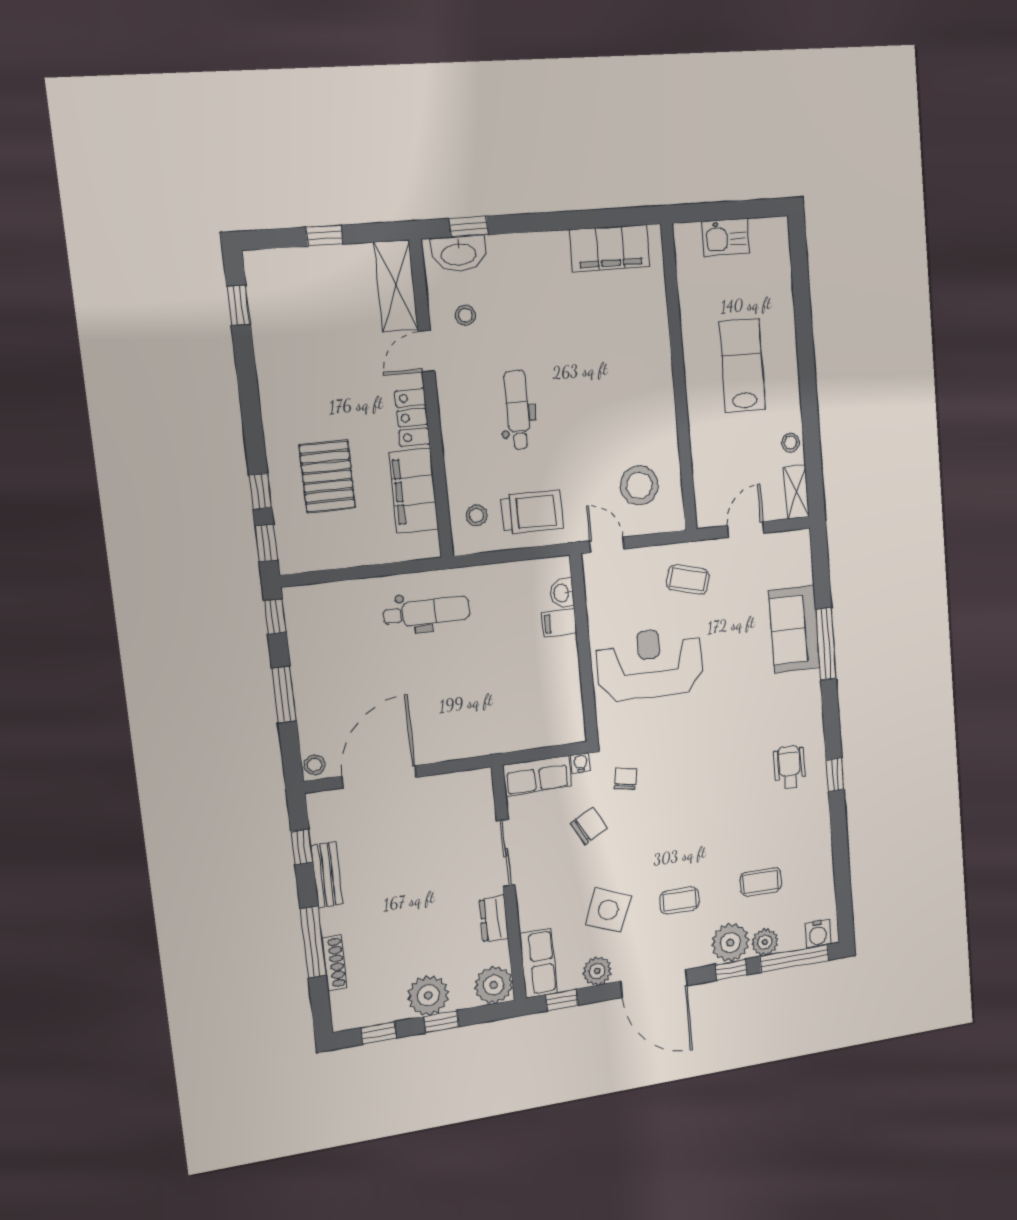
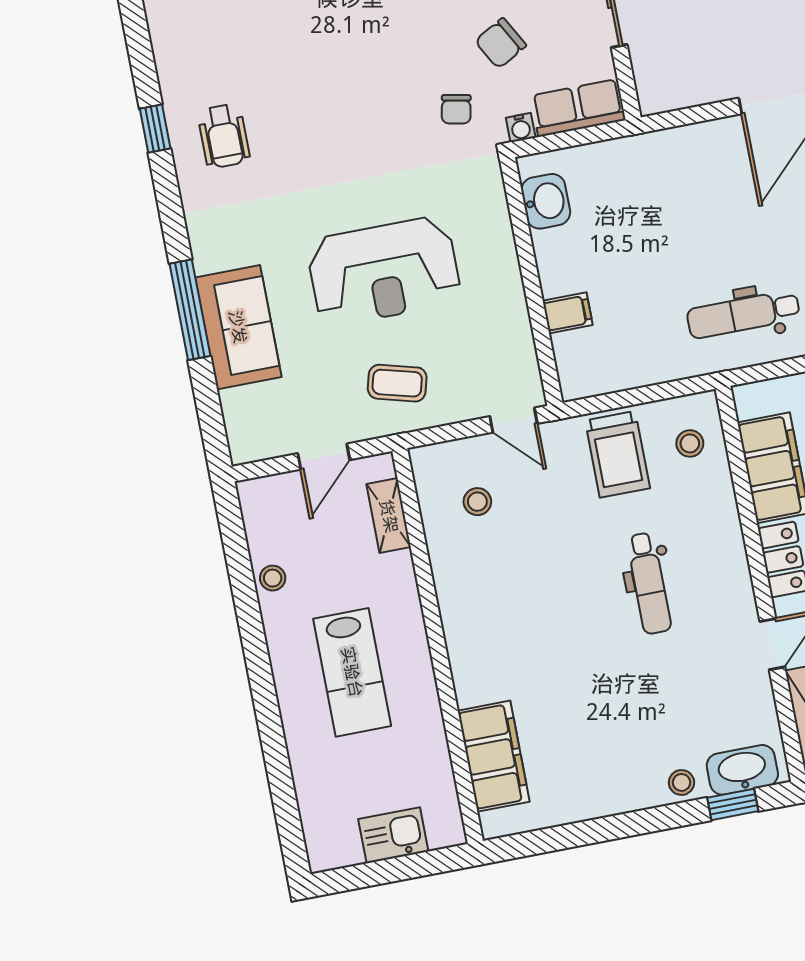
filing cabinet: (610, 248) -> (494, 756), moved, turned 90
stool: (465, 315) -> (681, 782), moved
stool: (639, 485) -> (477, 502), width x0.53, depth x0.53
shelving: (796, 492) -> (389, 516), moved
trolley: (532, 512) -> (617, 454), turned -90
washbasin: (562, 593) -> (546, 201), moved, width x1.38, depth x1.45
reception desk: (650, 664) -> (384, 271), moved

